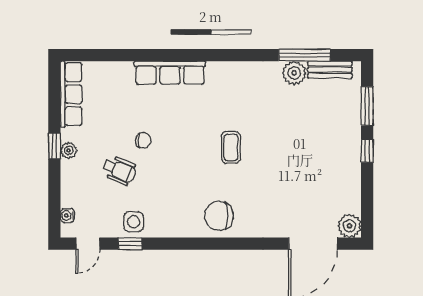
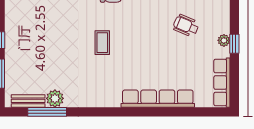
row of seats: (170, 73) -> (158, 99), width x1.36
chair: (143, 140) -> (168, 48), removed

